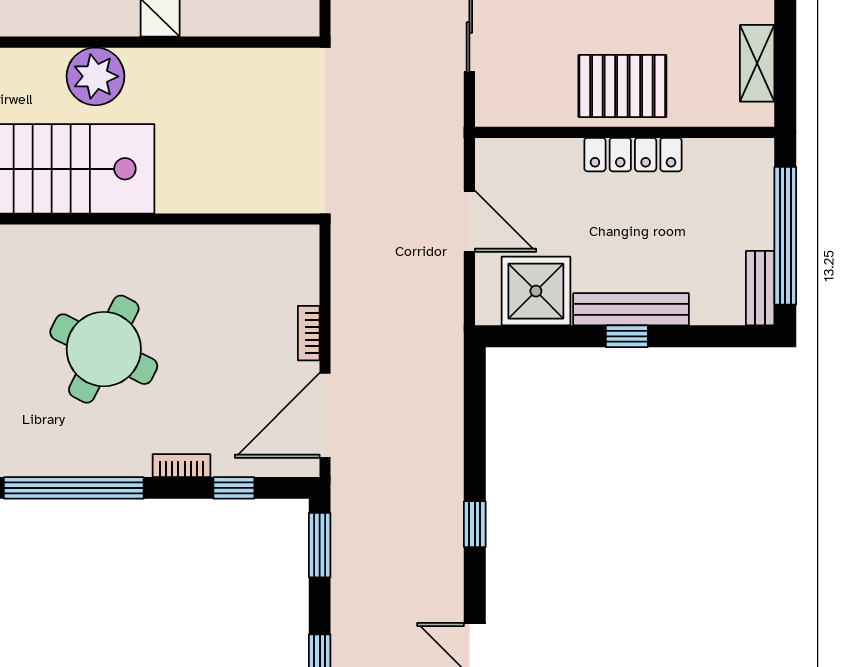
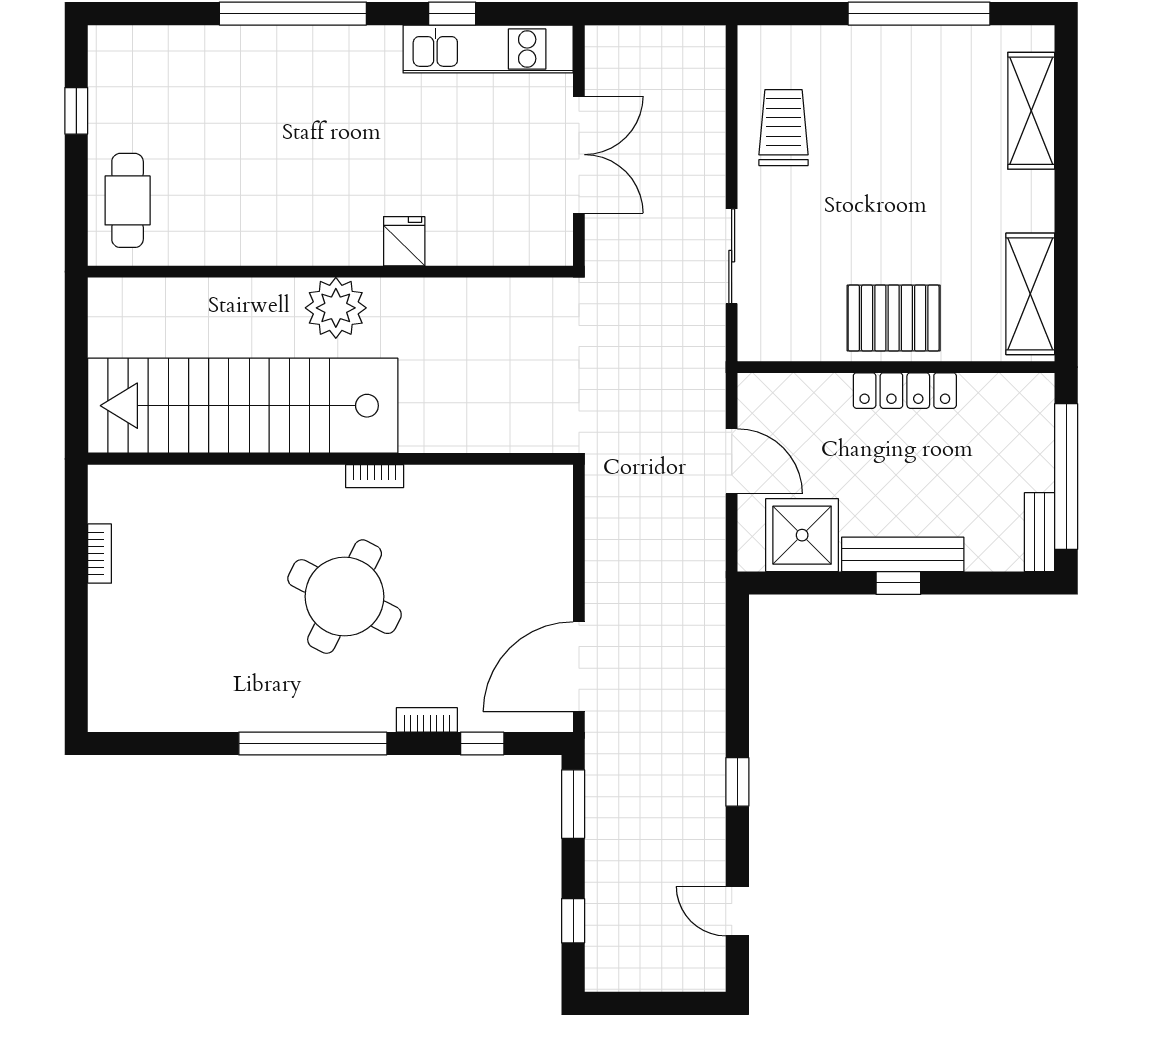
shelving: (757, 63) -> (1030, 294), width x1.50, depth x1.33
bookcase: (309, 333) -> (375, 476), moved, turned -90

